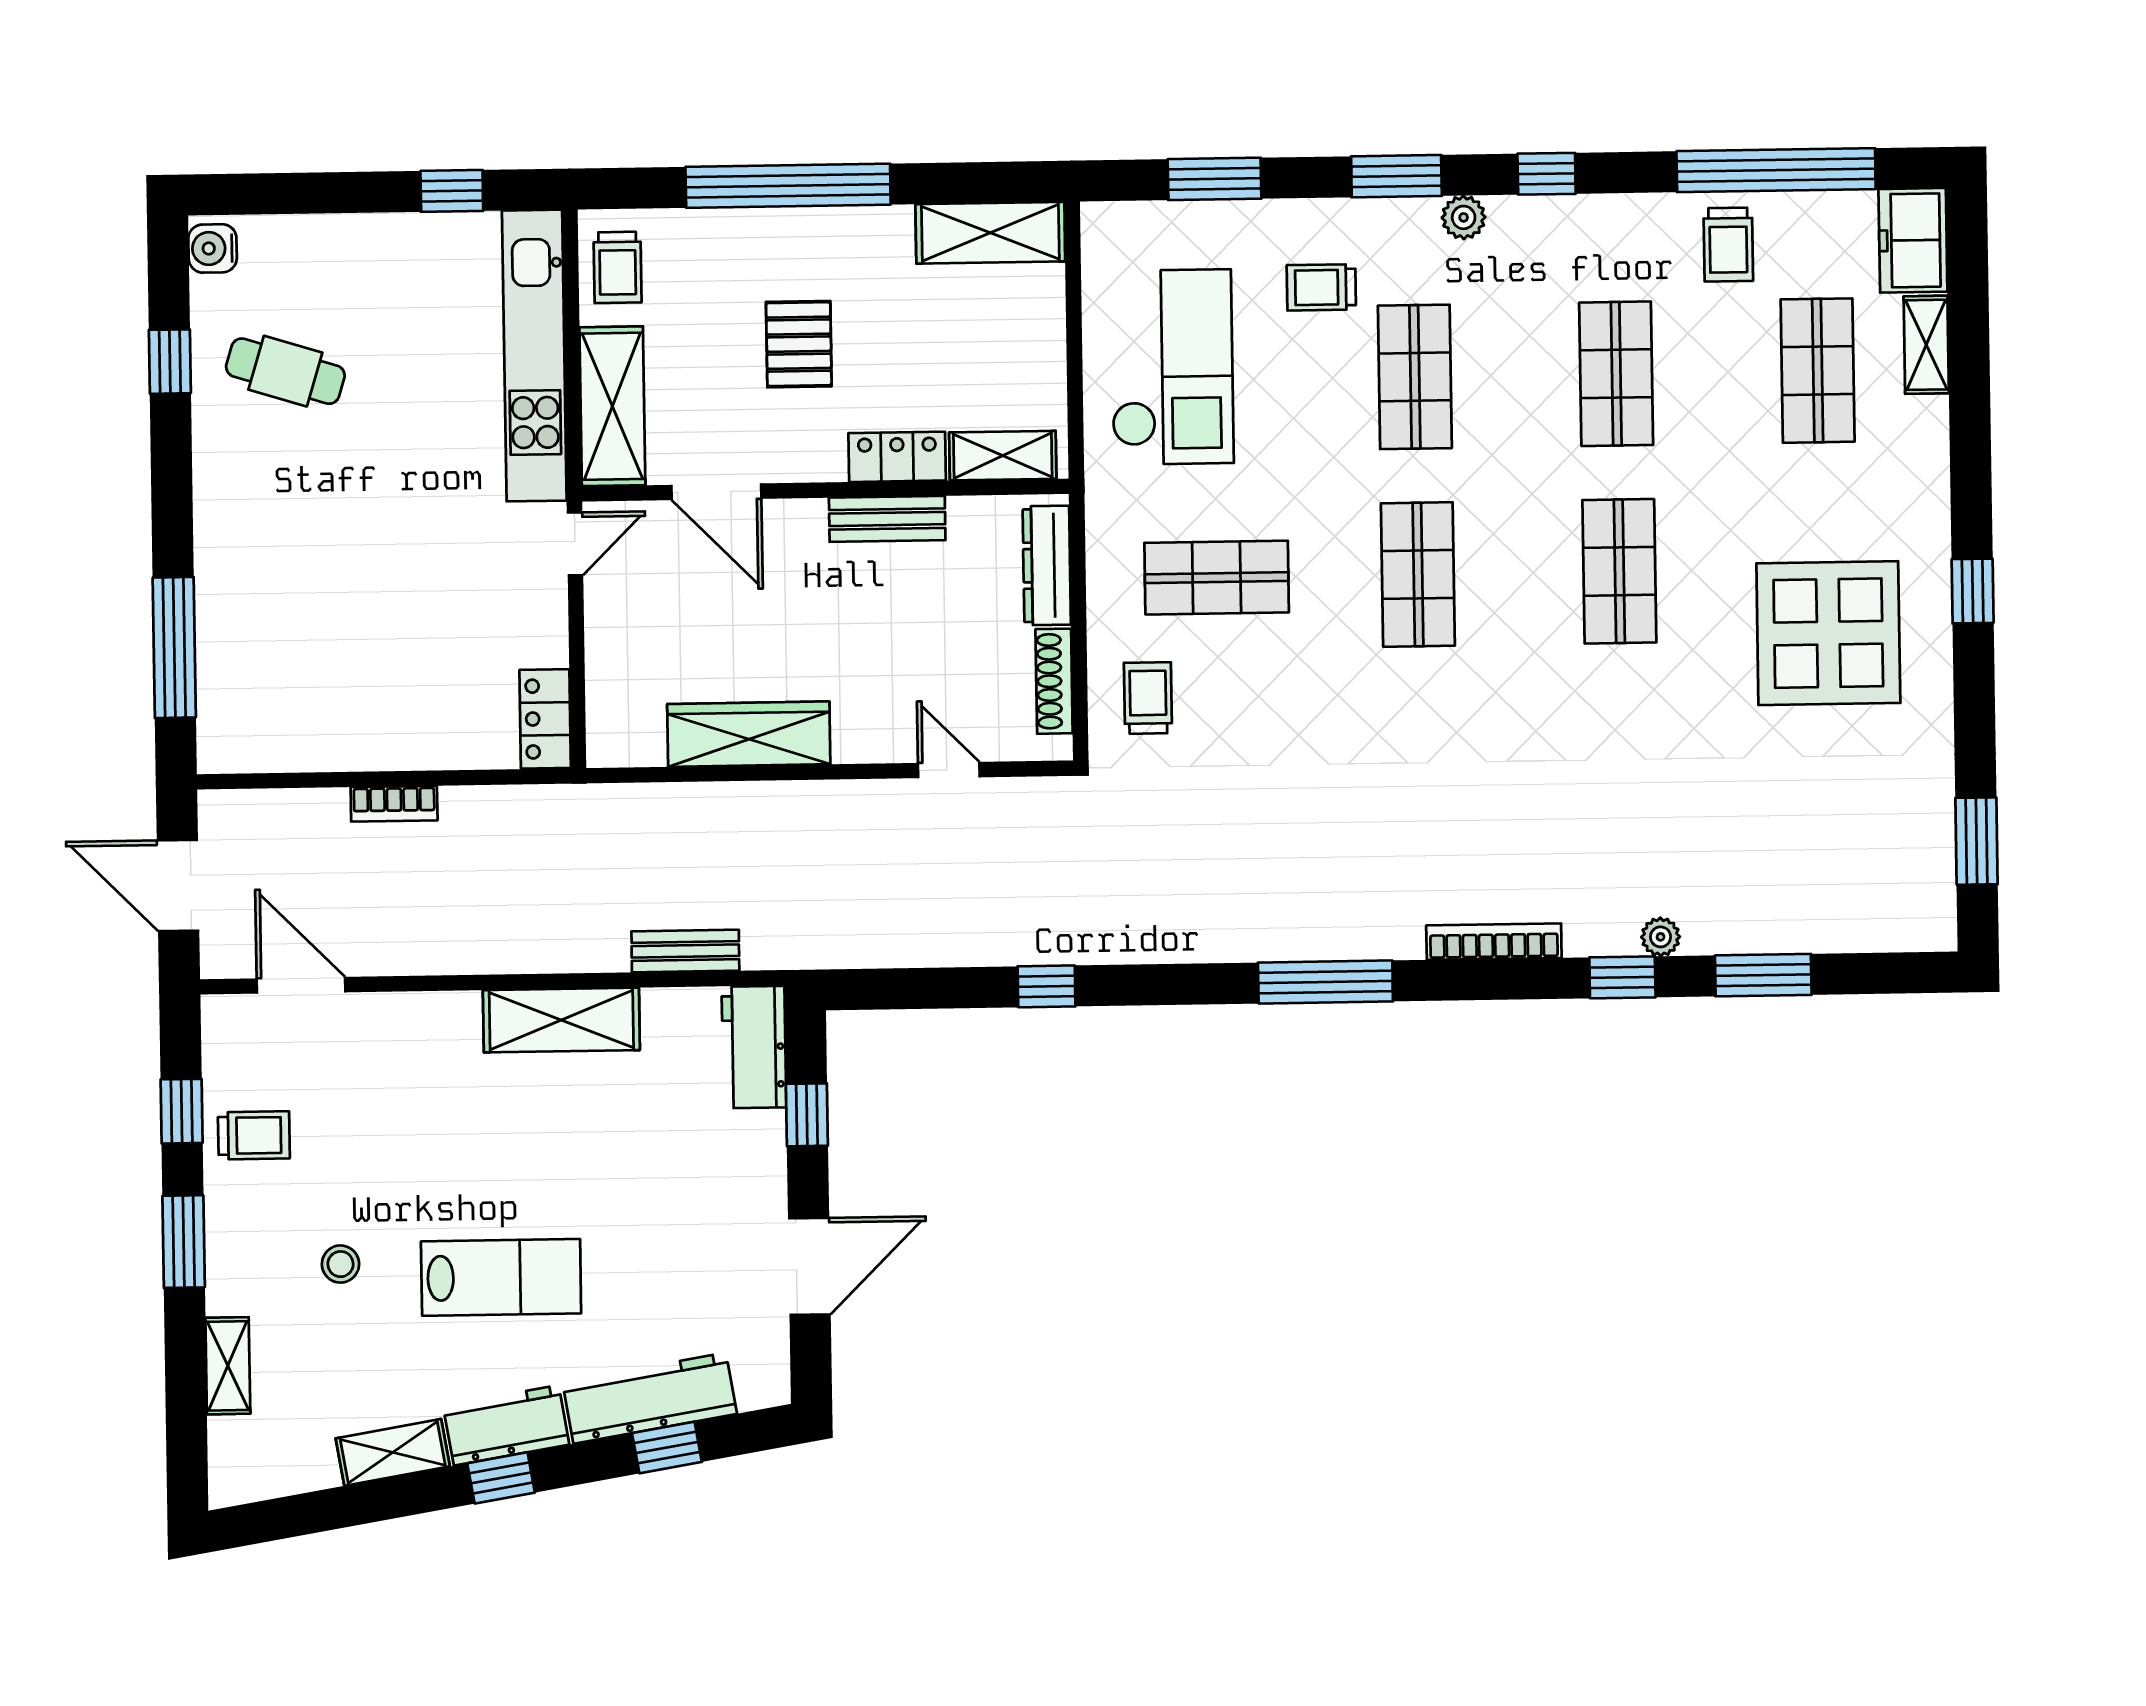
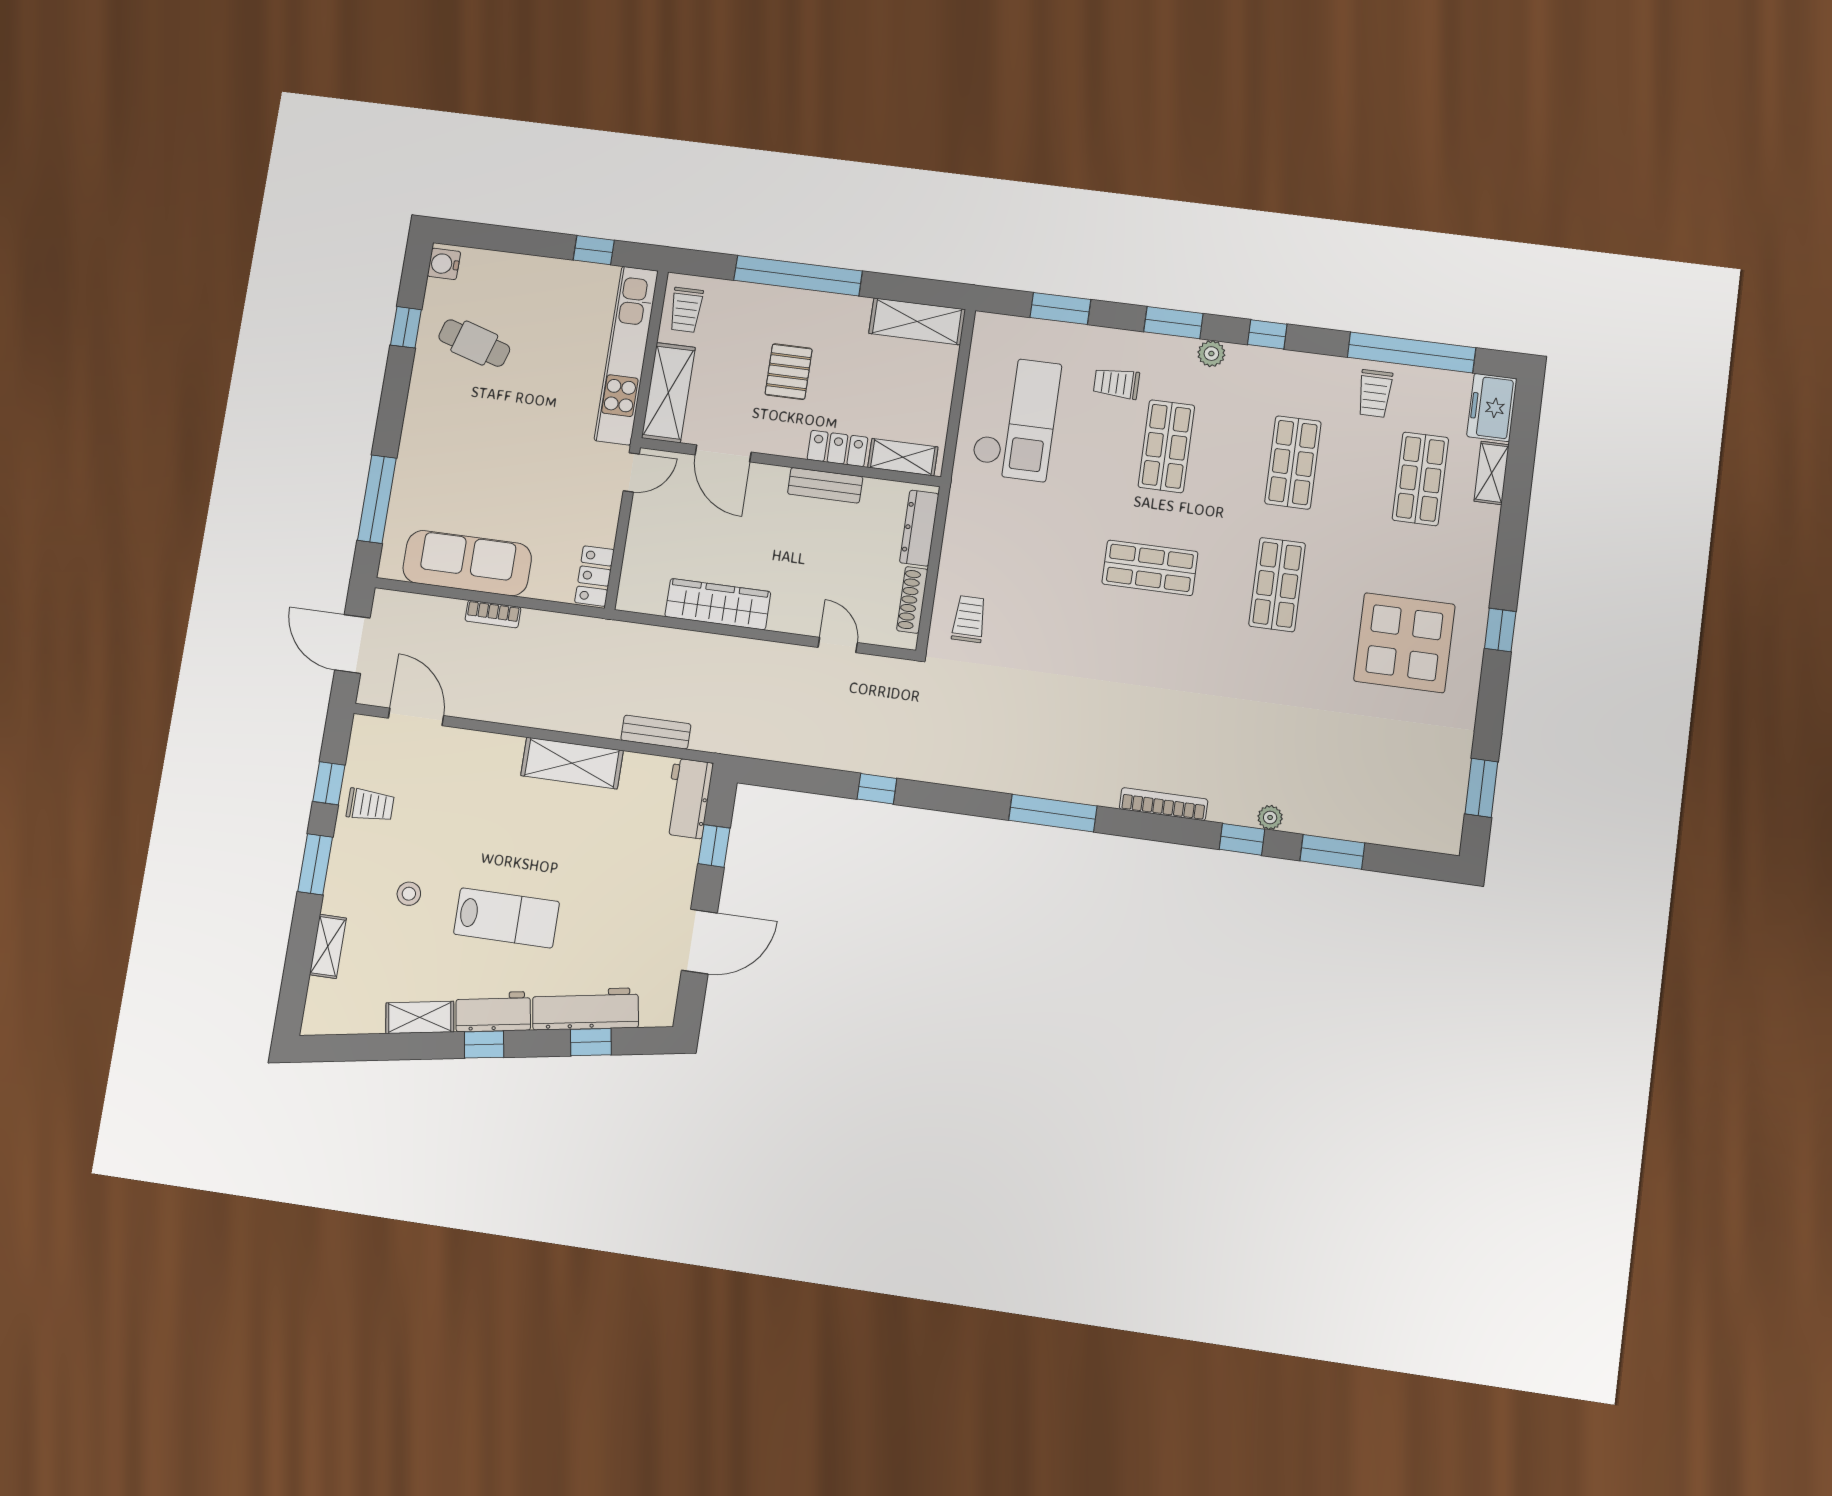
shop shelf: (1418, 574) -> (1150, 568), turned 90
shop shelf: (1217, 578) -> (1024, 551), removed
sofa: (338, 729) -> (467, 563), added

